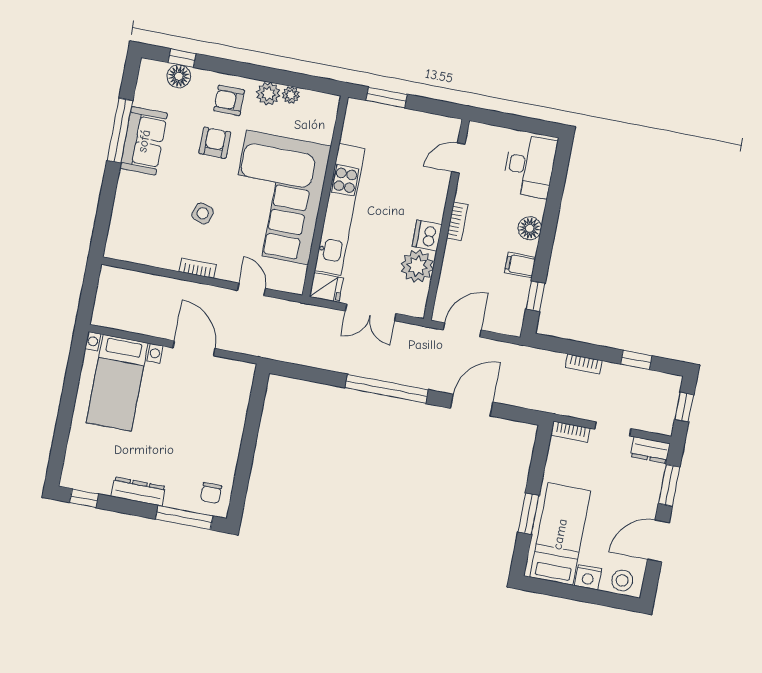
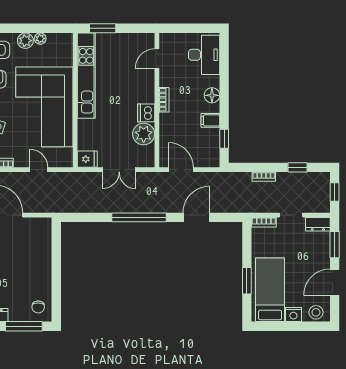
kitchen unit: (340, 210) -> (86, 76), moved
door: (462, 330) -> (181, 170), hinge flipped

